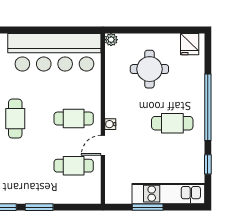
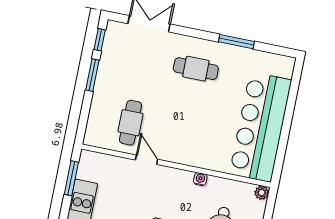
cafe table: (74, 119) -> (183, 133), removed
water cooler: (110, 124) -> (200, 179), moved
window: (148, 207) -> (71, 178), moved

